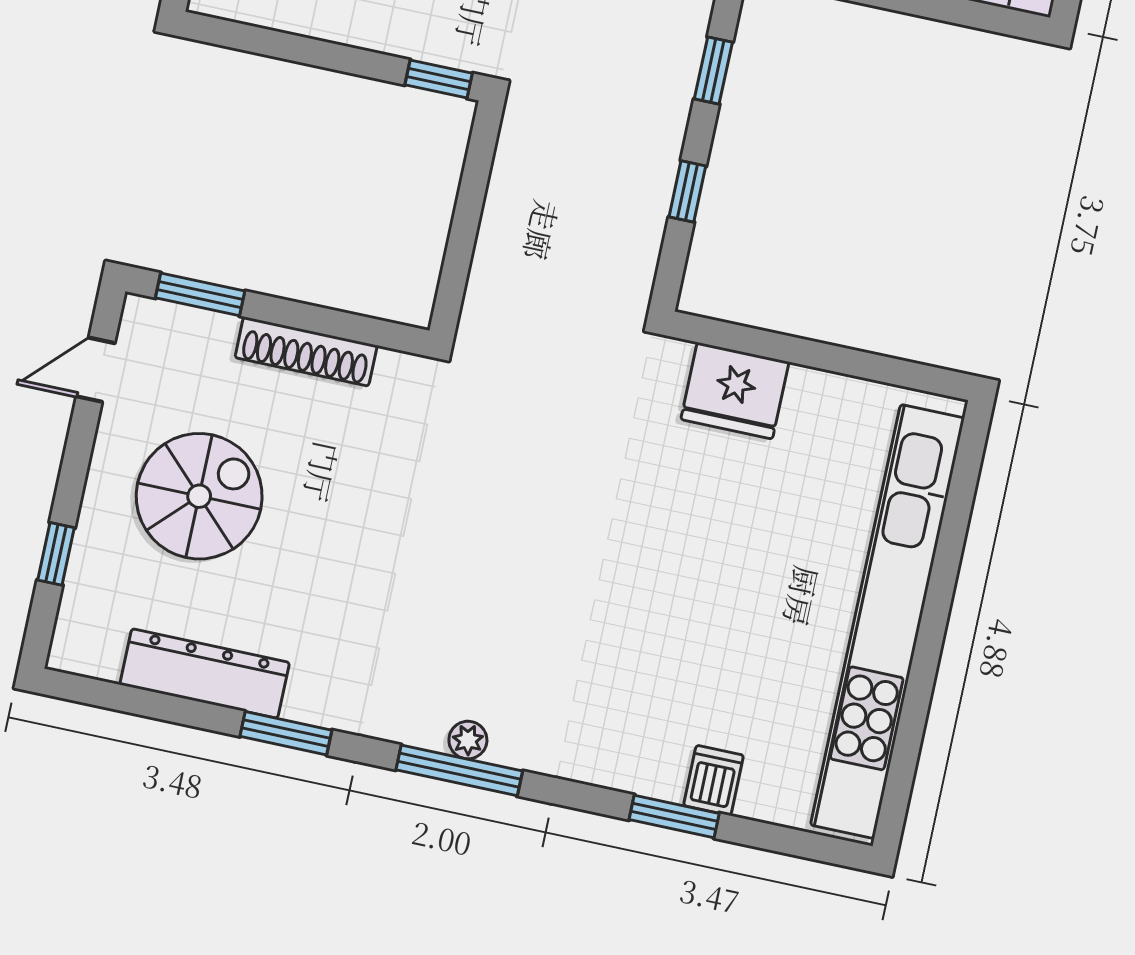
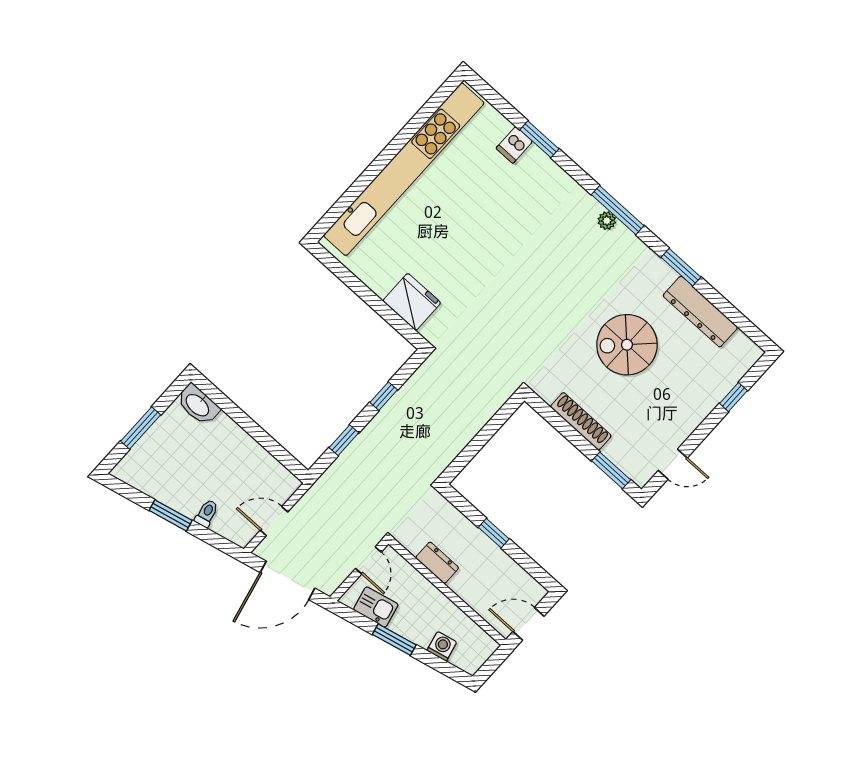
window: (439, 79) -> (494, 533), moved
spiral stairs: (199, 496) -> (627, 345), moved

